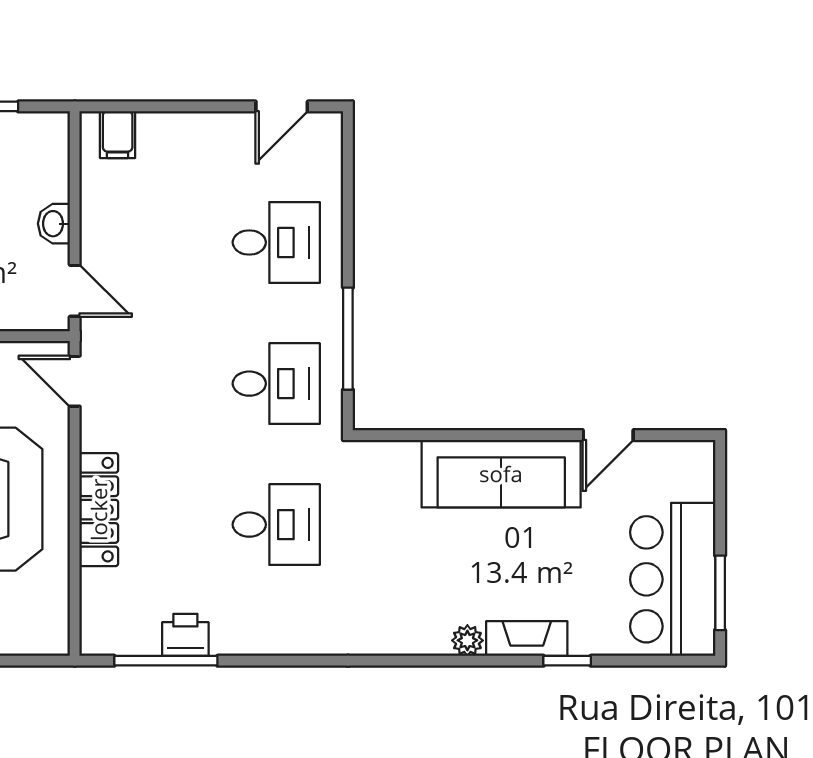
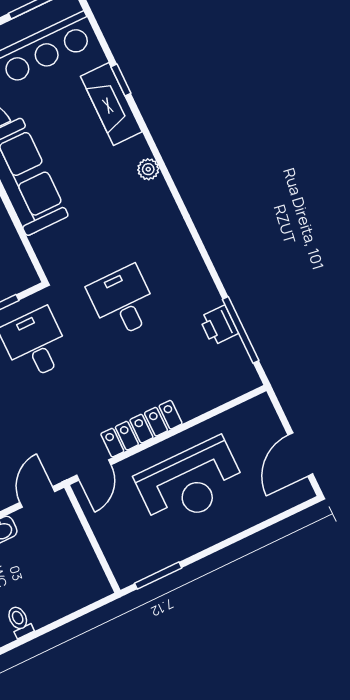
locker: (99, 510) -> (141, 429), moved
fireplace: (527, 639) -> (111, 104), width x1.37, depth x1.32
plant: (467, 640) -> (148, 169), moved

